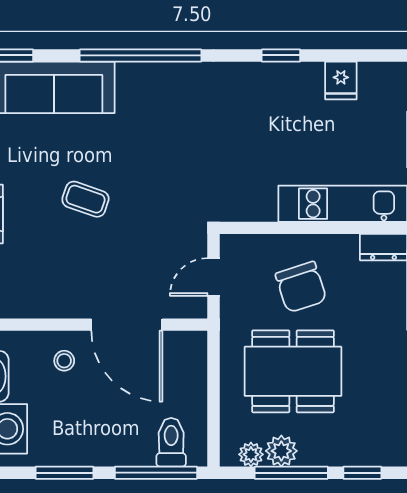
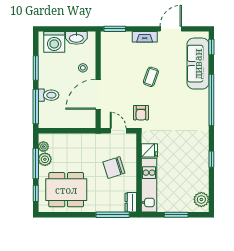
plant: (377, 79) -> (201, 199), added
fridge: (341, 80) -> (149, 150), moved, turned 180
armchair: (171, 223) -> (141, 113), added
dining table: (293, 371) -> (66, 190), moved, turned 90
toilet: (171, 442) -> (49, 95), moved

